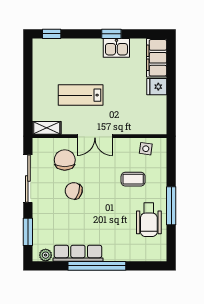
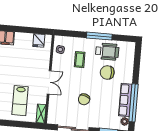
fridge: (157, 87) -> (39, 40), moved
lab bench: (81, 95) -> (20, 101), moved
chair: (65, 160) -> (107, 72), moved
window: (97, 266) -> (133, 103), moved

